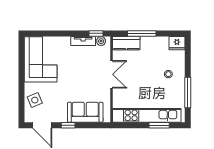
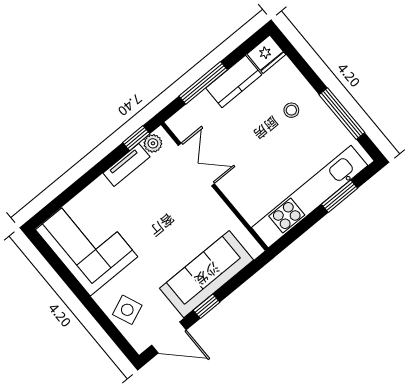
kitchen counter: (126, 43) -> (234, 81), moved
double door: (112, 74) -> (196, 164), moved
sofa: (85, 112) -> (207, 274), width x1.36

